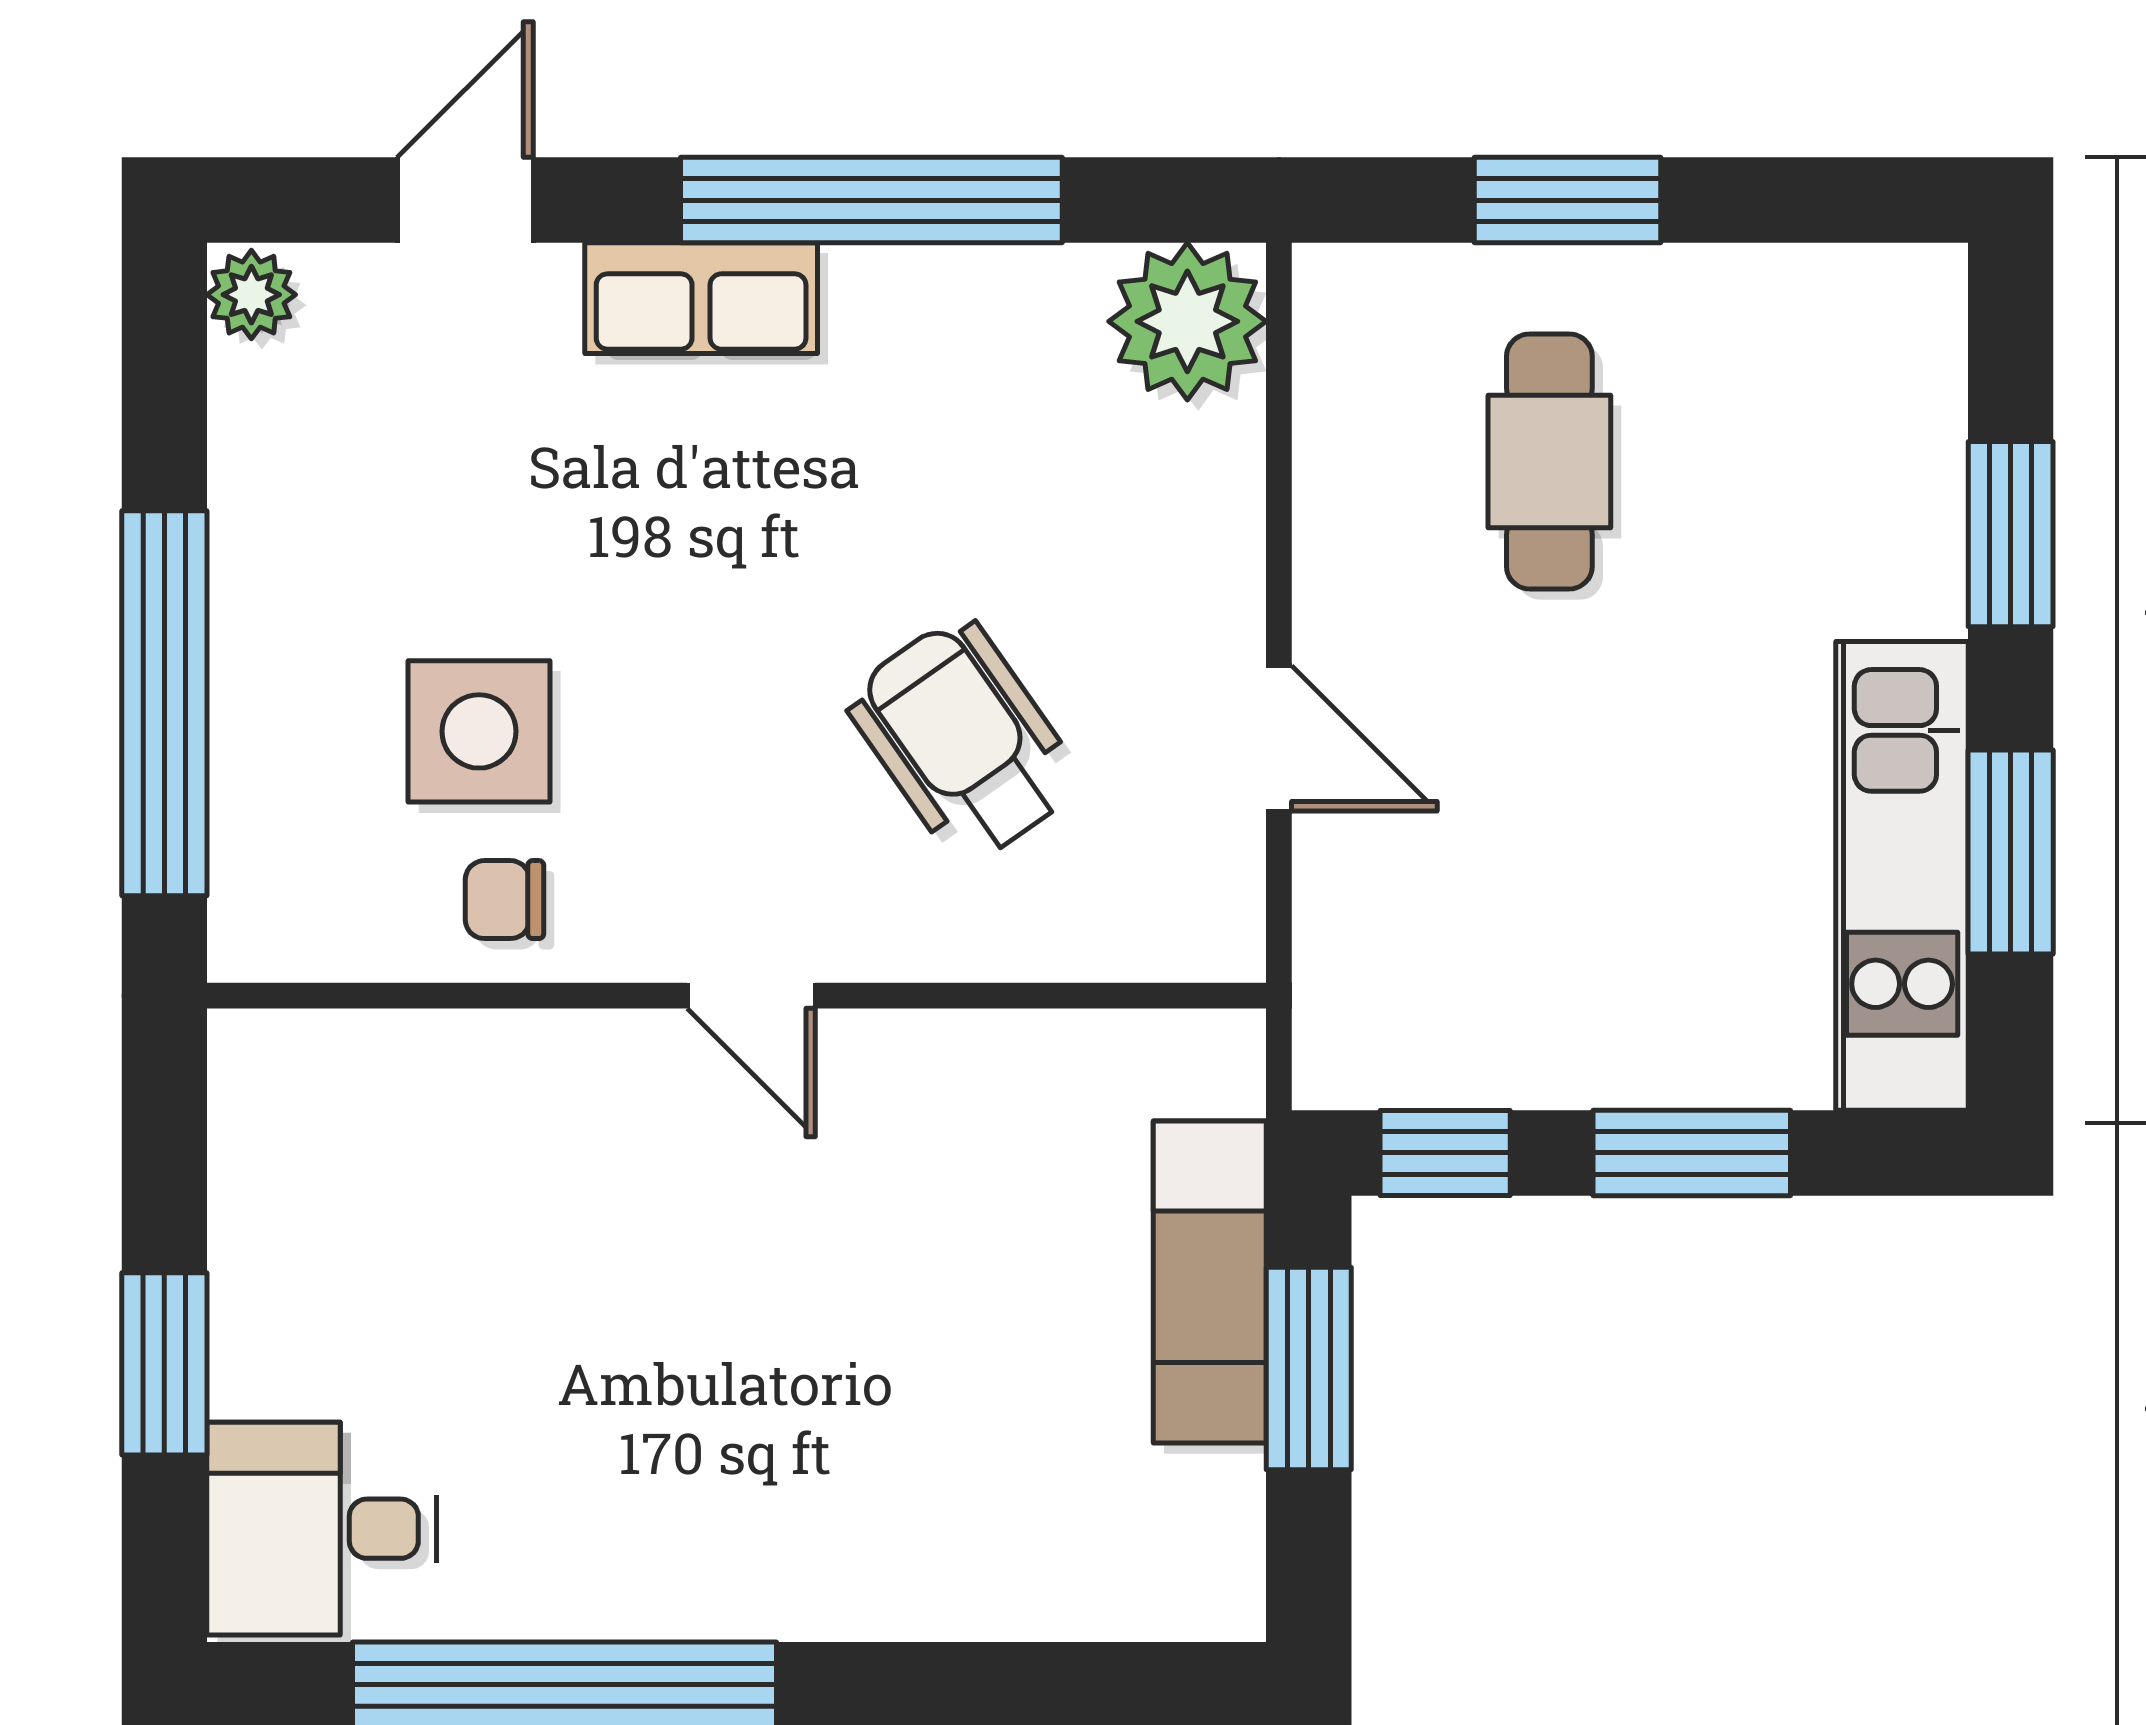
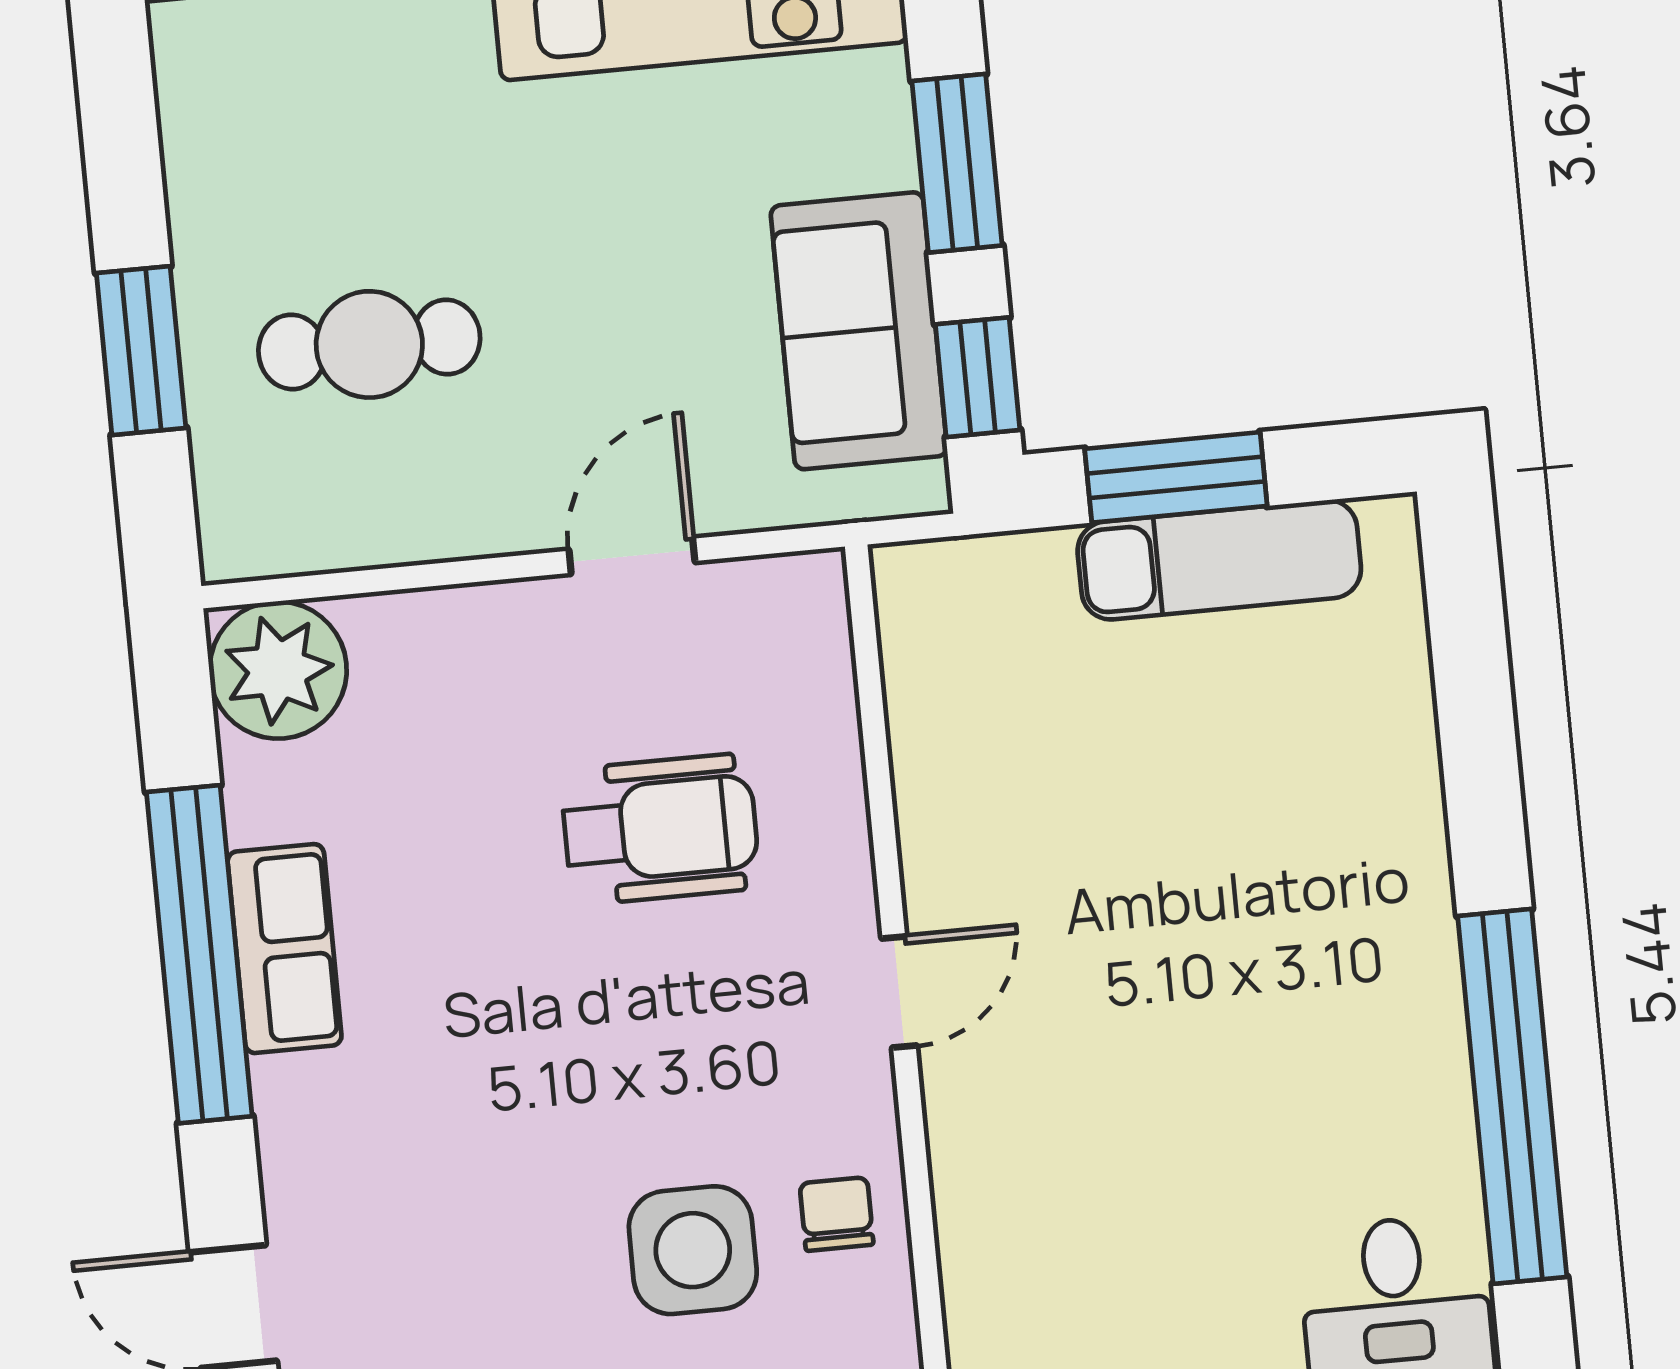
row of seats: (701, 298) -> (285, 949), moved
wheelchair: (964, 741) -> (660, 829), turned -145
chair: (504, 900) -> (836, 1214), turned 180
sofa: (1511, 1022) -> (859, 331), added
exam couch: (1210, 1282) -> (1219, 560), moved

